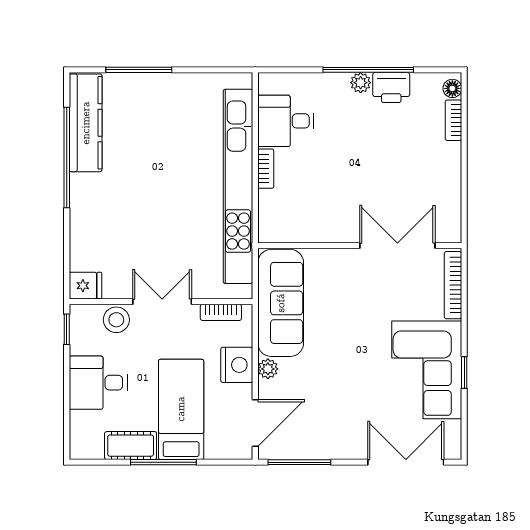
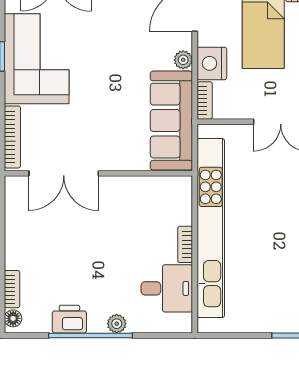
plant: (361, 83) -> (117, 324), moved
bookcase: (221, 312) -> (205, 101), moved, turned 90

